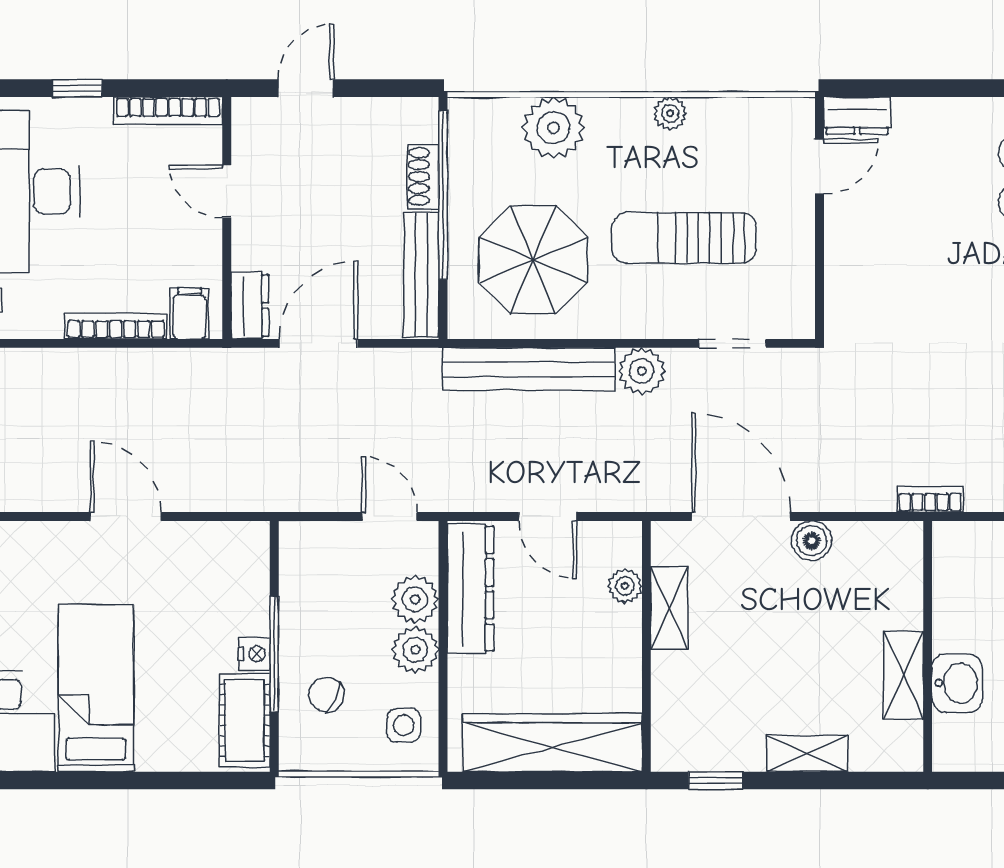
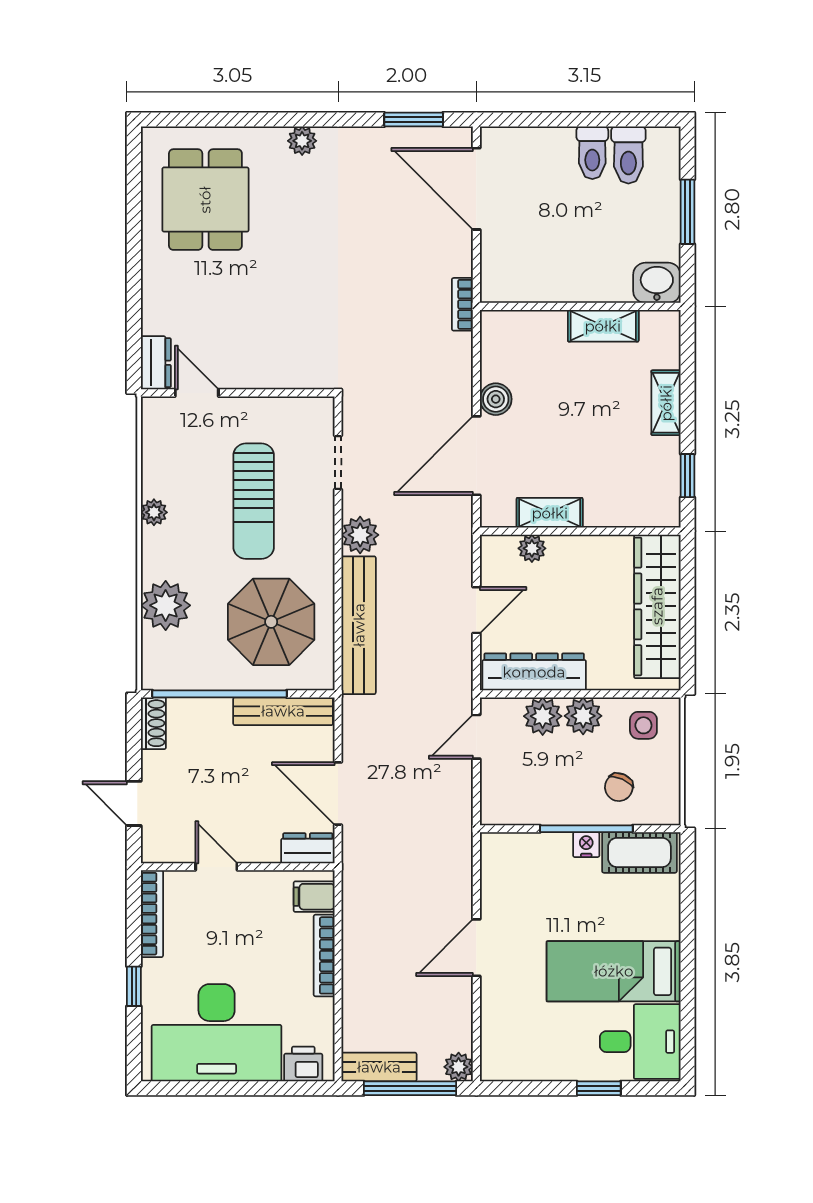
shoe rack: (423, 177) -> (153, 723), moved, turned -90
door: (227, 191) -> (216, 867), swing flipped
washbasin: (957, 683) -> (657, 283), moved

